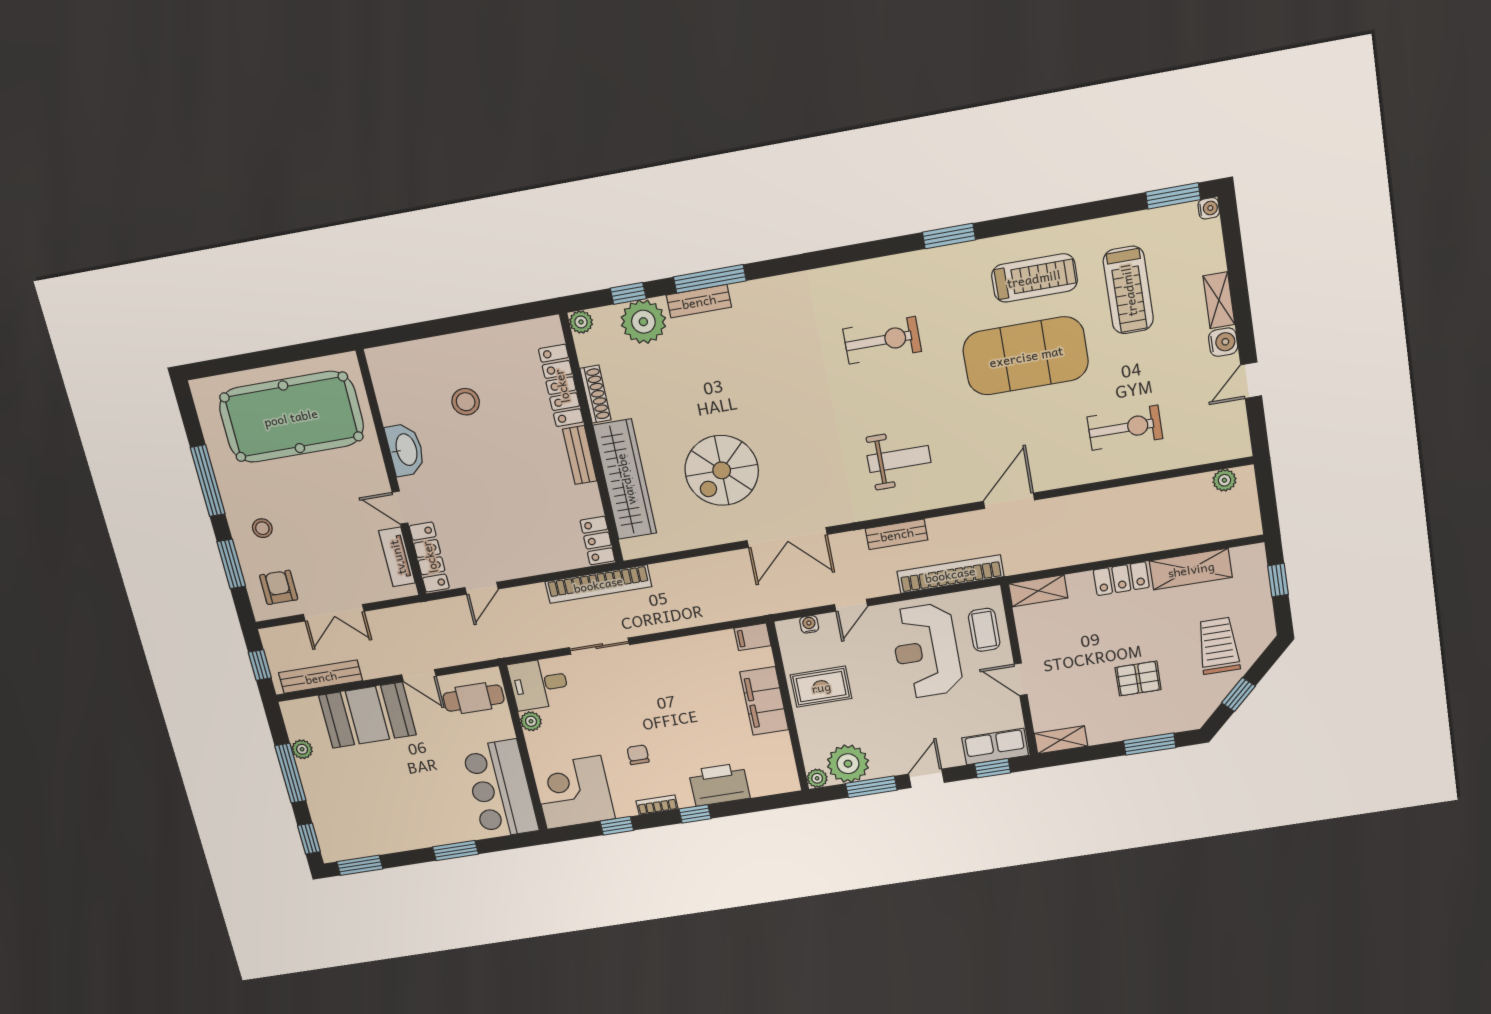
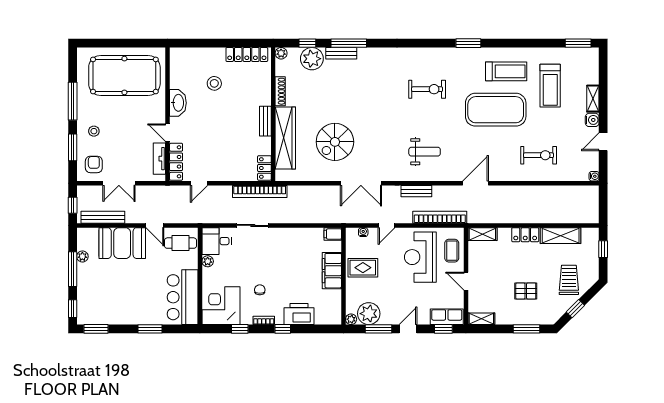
water cooler: (1209, 208) -> (594, 176), moved
locker: (561, 386) -> (247, 54), moved, turned -90
plant: (1224, 480) -> (584, 191), removed

